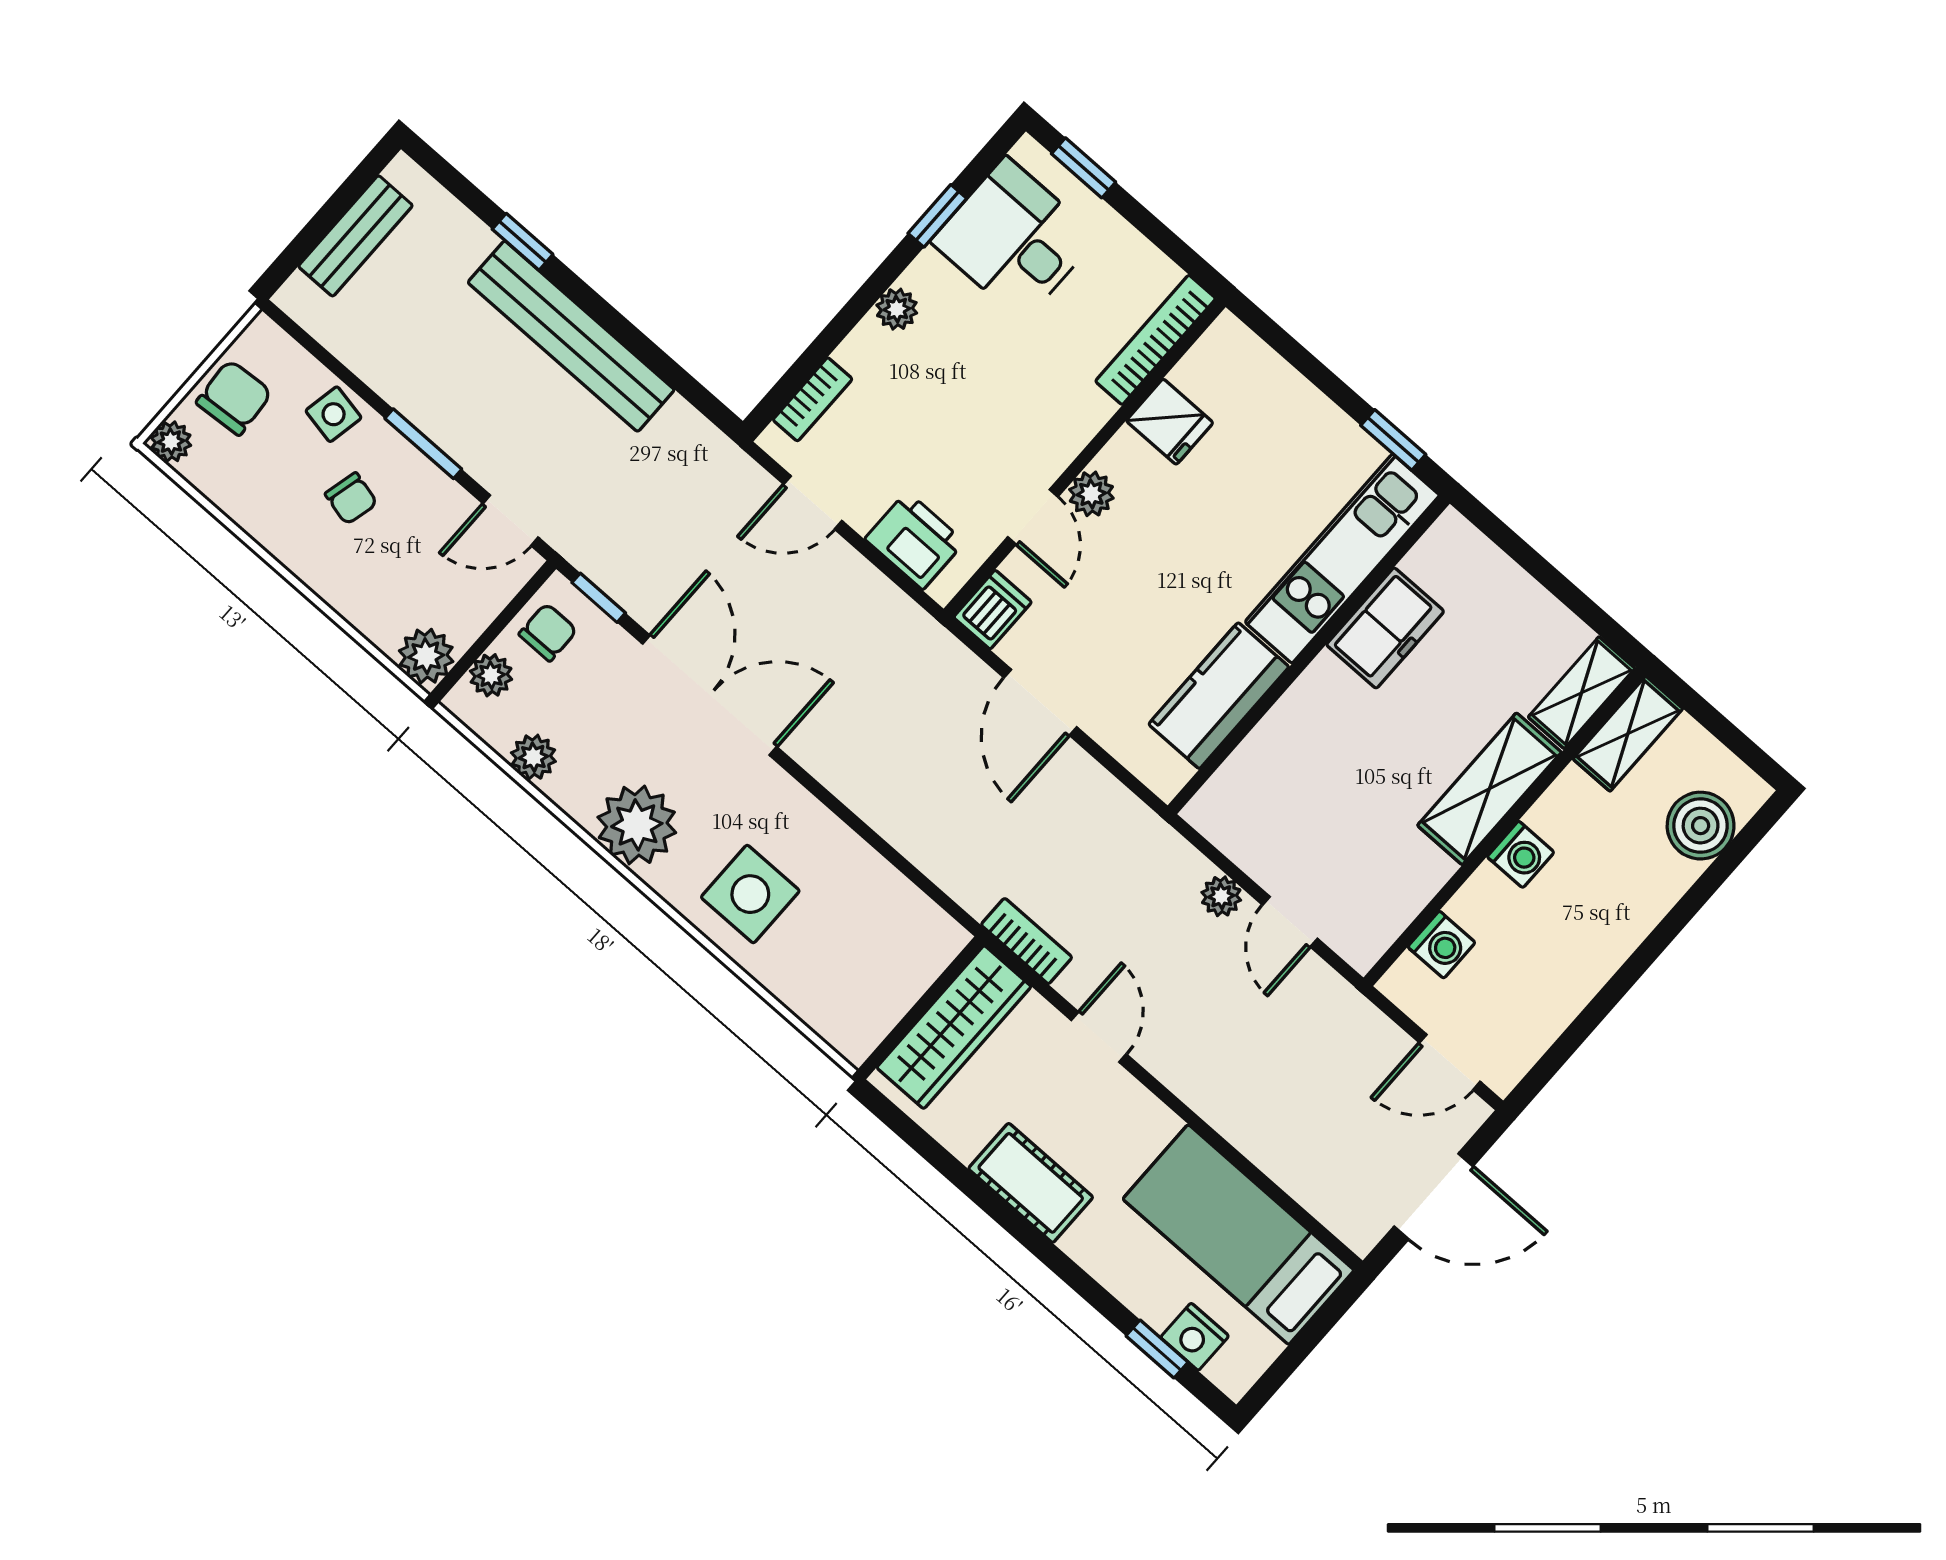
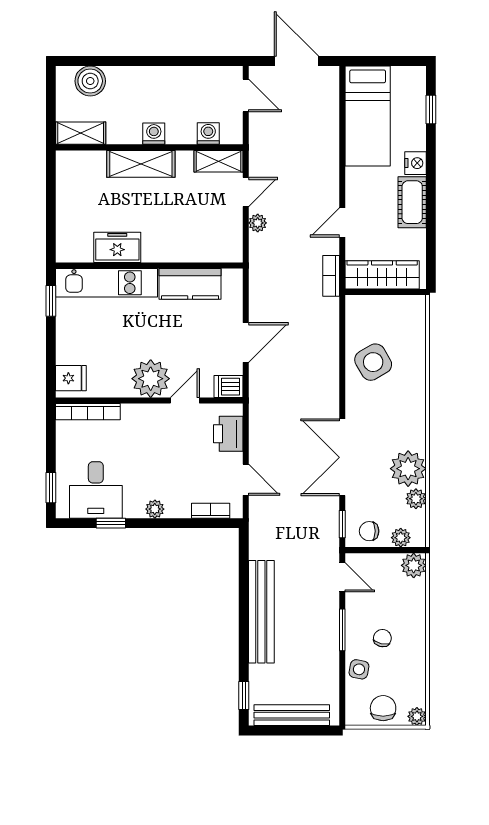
bench: (355, 236) -> (292, 715), width x1.36
window: (523, 242) -> (244, 696), moved
chair: (234, 398) -> (383, 708), turned 94
fridge: (1170, 422) -> (71, 378), moved, turned 90
plant: (1091, 494) -> (151, 379), width x1.87, depth x1.87
shelving: (1582, 693) -> (218, 161), moved
plant: (637, 825) -> (408, 469), moved
side table: (750, 894) -> (373, 362), moved, turned -30
nightstand: (1195, 1337) -> (416, 163), moved

